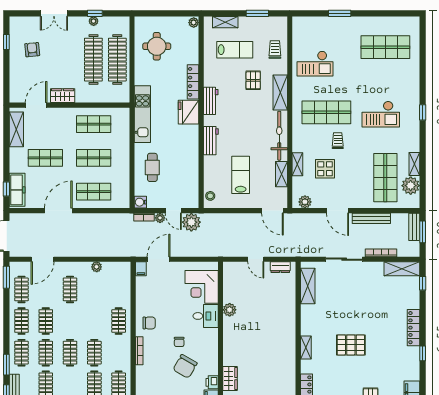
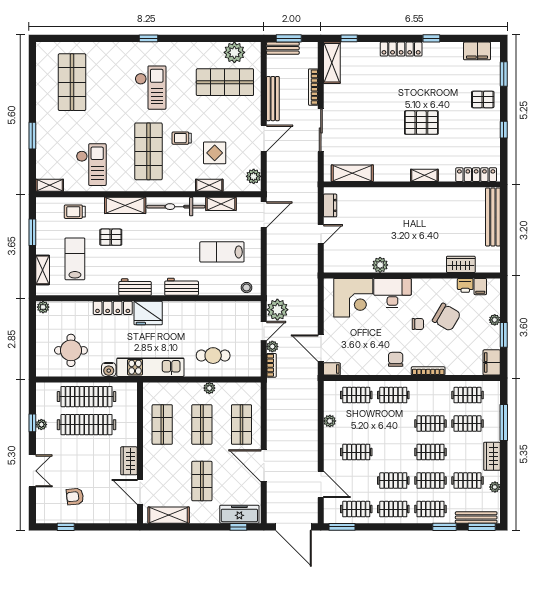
plant: (125, 164) -> (209, 388), added
shelving: (414, 164) -> (50, 185), moved
water cooler: (140, 202) -> (109, 369), moved
clothes rail: (119, 289) -> (356, 395), added
desk: (206, 316) -> (392, 293), width x1.37
pallet: (351, 345) -> (421, 123), turned 90

